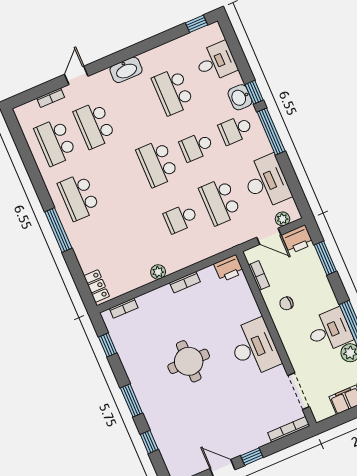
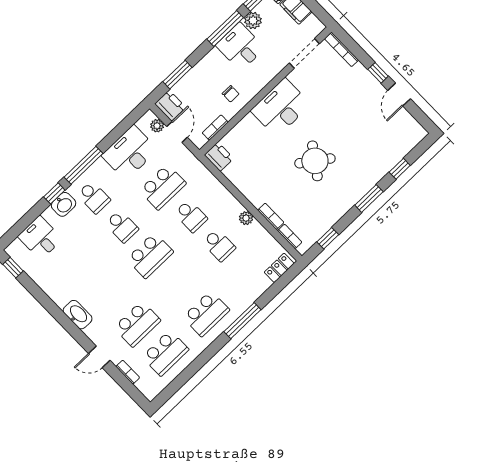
school desk: (173, 92) -> (219, 245), moved, width x0.54
bookcase: (185, 282) -> (271, 216), moved
round table: (189, 361) -> (315, 161), turned 35

